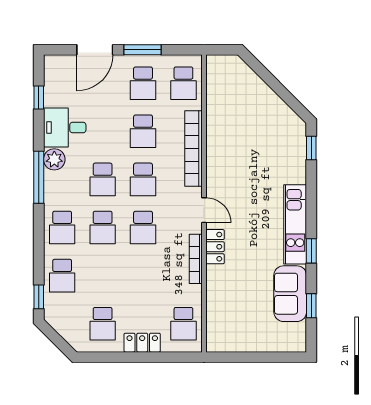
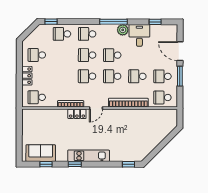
sofa: (290, 294) -> (41, 153), moved

